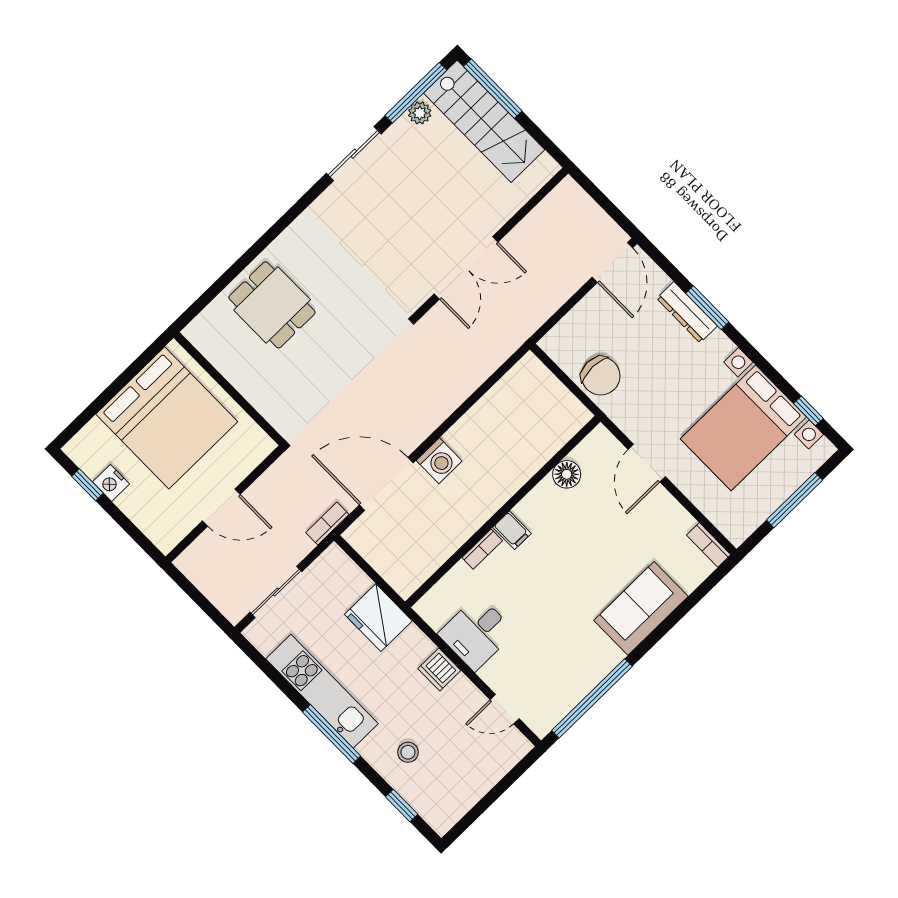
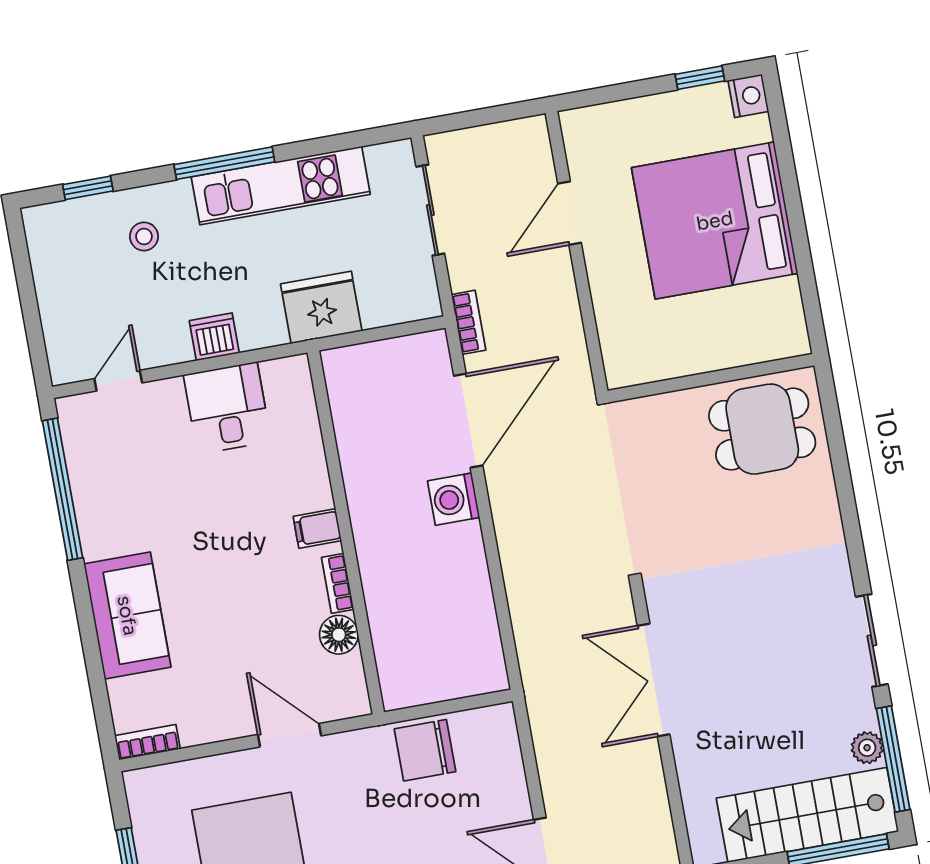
wall: (229, 389) -> (711, 378), moved
nightstand: (111, 483) -> (748, 96), moved, turned 90
bookcase: (482, 549) -> (338, 583), moved

